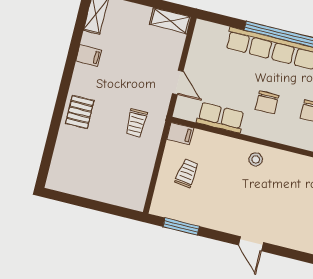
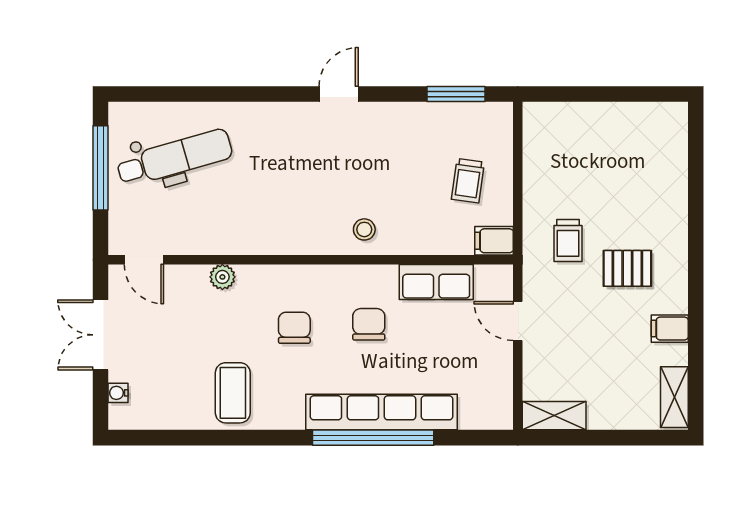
pallet: (80, 112) -> (627, 268), moved, turned 90
trolley: (136, 123) -> (568, 241), turned 180
door: (251, 244) -> (339, 94), hinge flipped

